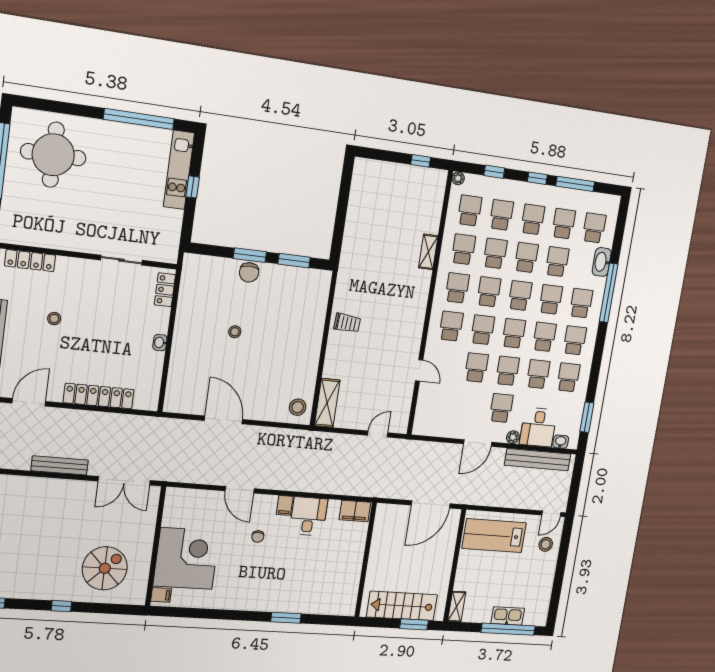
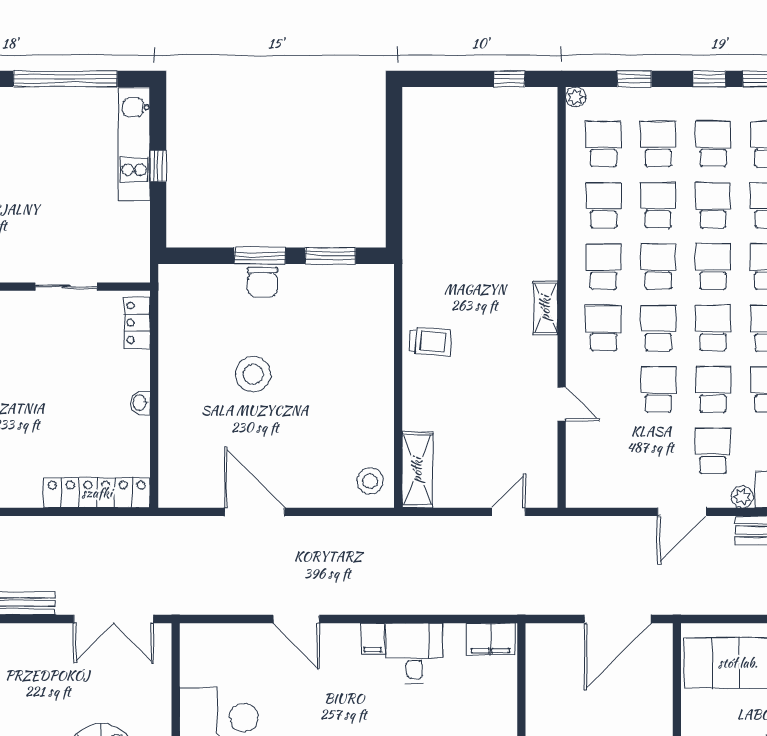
shelving: (428, 252) -> (545, 308), moved
stool: (235, 332) -> (253, 374), width x1.89, depth x1.89
locker: (99, 396) -> (97, 493), moved
chair: (258, 537) -> (336, 692), removed

